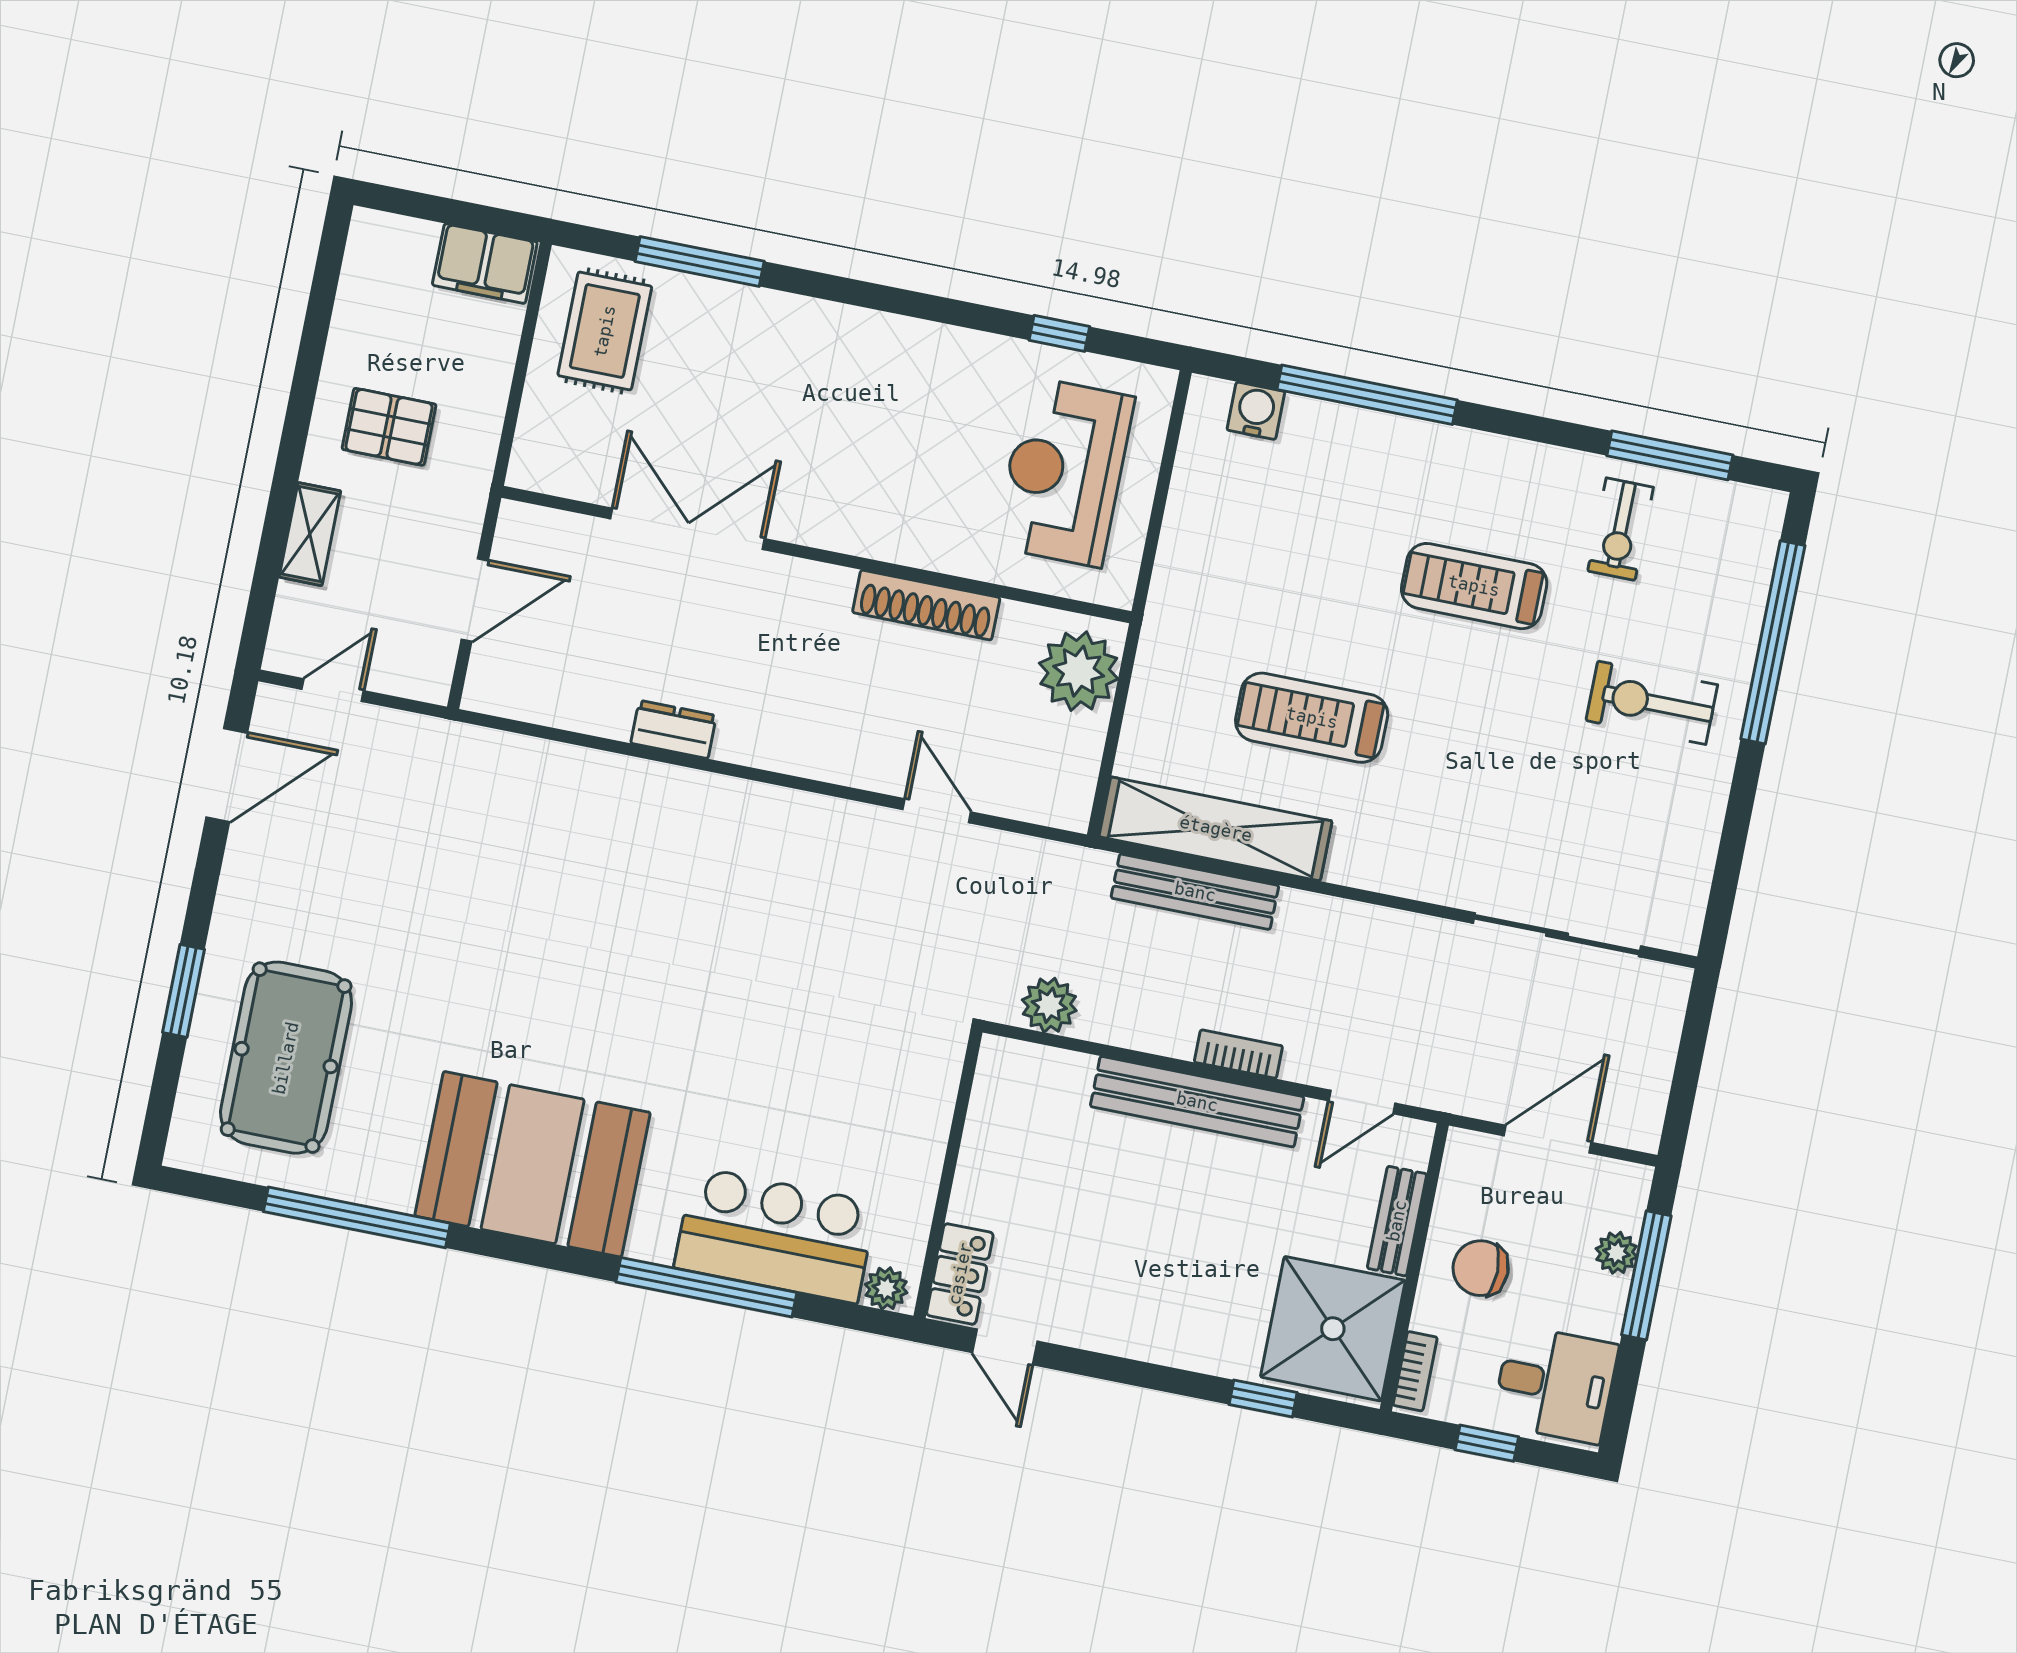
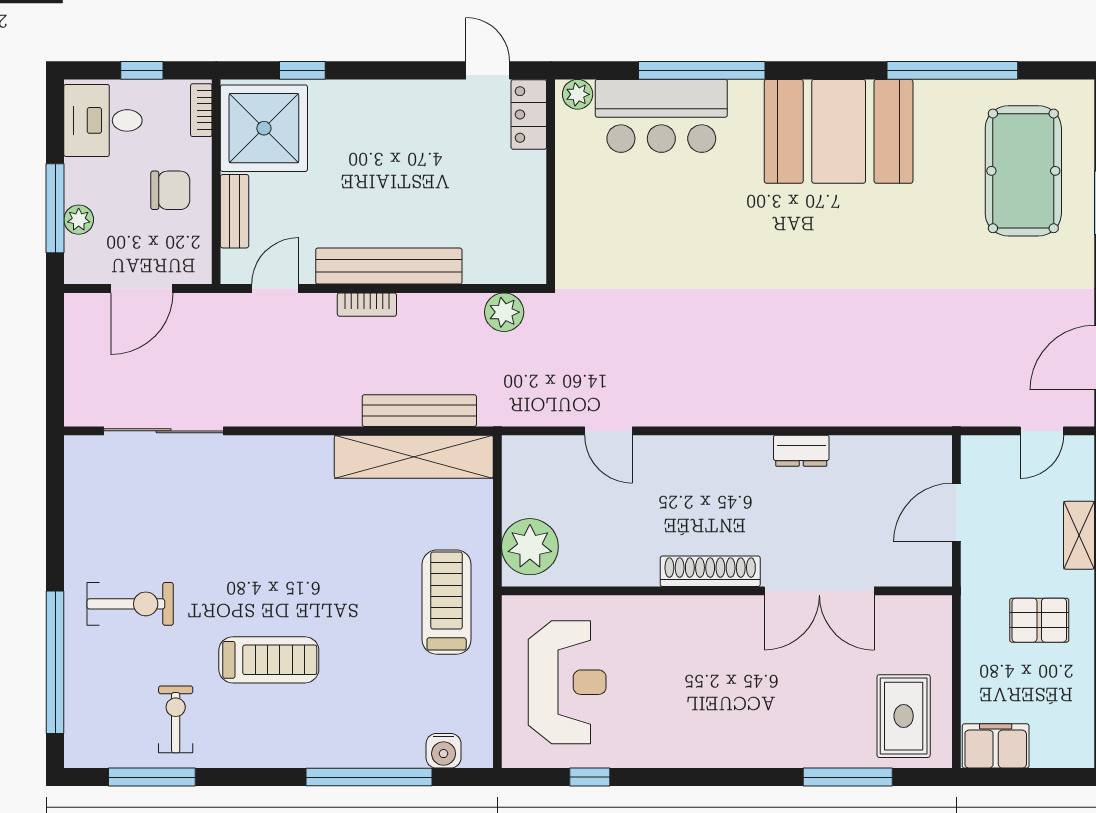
shoe rack: (926, 605) -> (710, 571), moved
treadmill: (1312, 718) -> (447, 602), moved, turned -90

